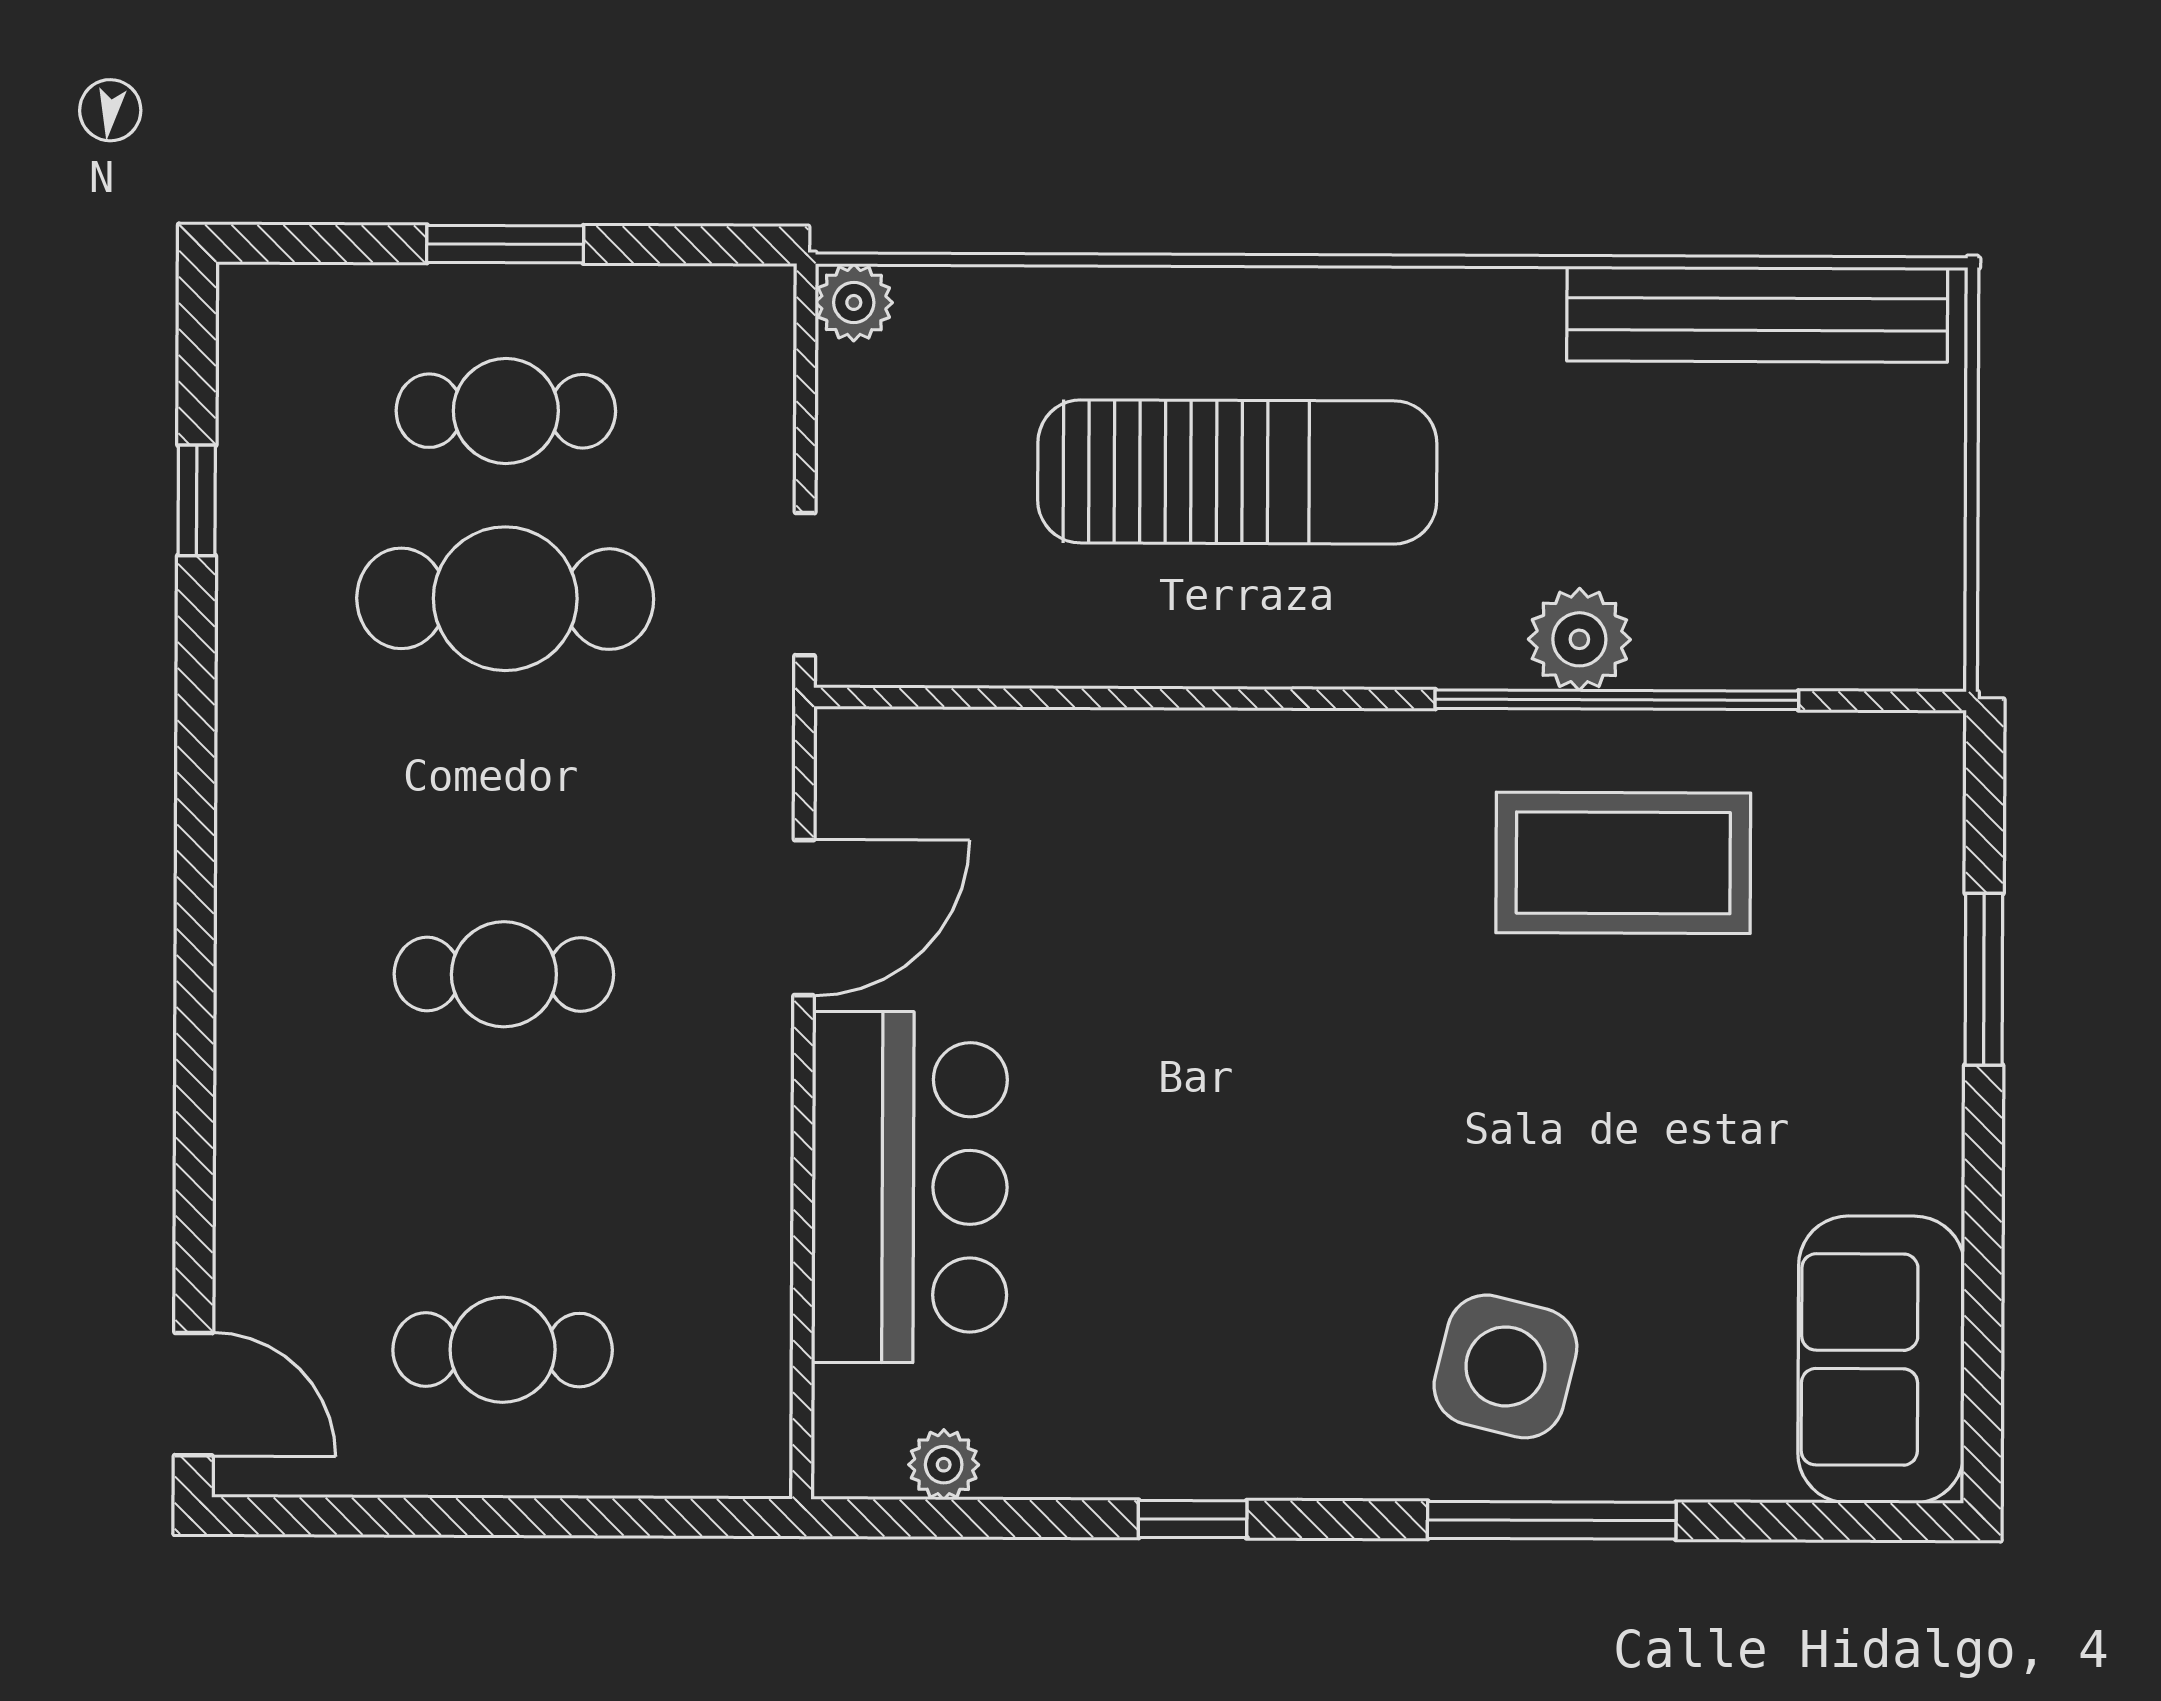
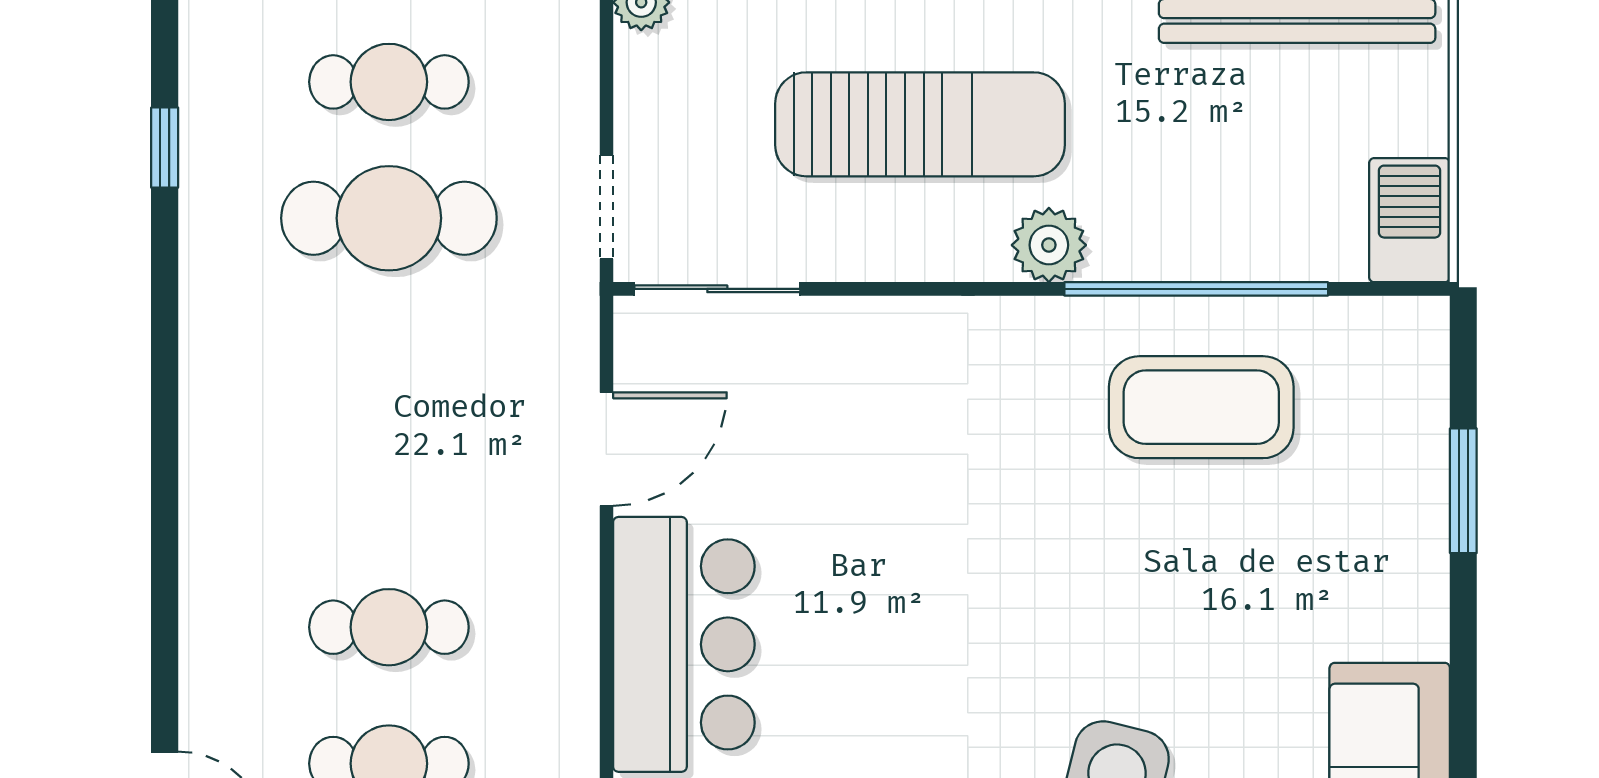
barbecue: (1911, 606) -> (1410, 220), added
plant: (1579, 639) -> (1049, 245), moved
sliding door: (957, 698) -> (717, 289), added
cafe table: (504, 974) -> (389, 627), moved

